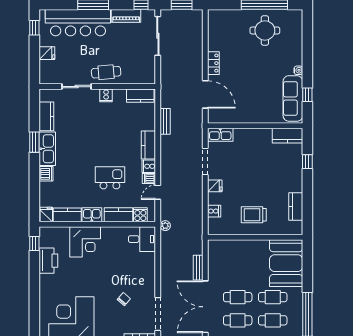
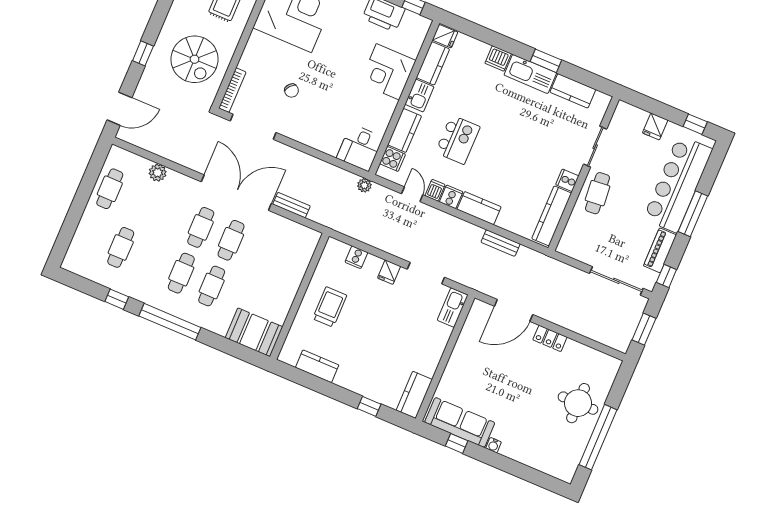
round table: (265, 31) -> (578, 403), moved
kitchen counter: (140, 96) -> (552, 216), width x1.50
booth: (286, 263) -> (254, 332), width x0.73, depth x0.70

